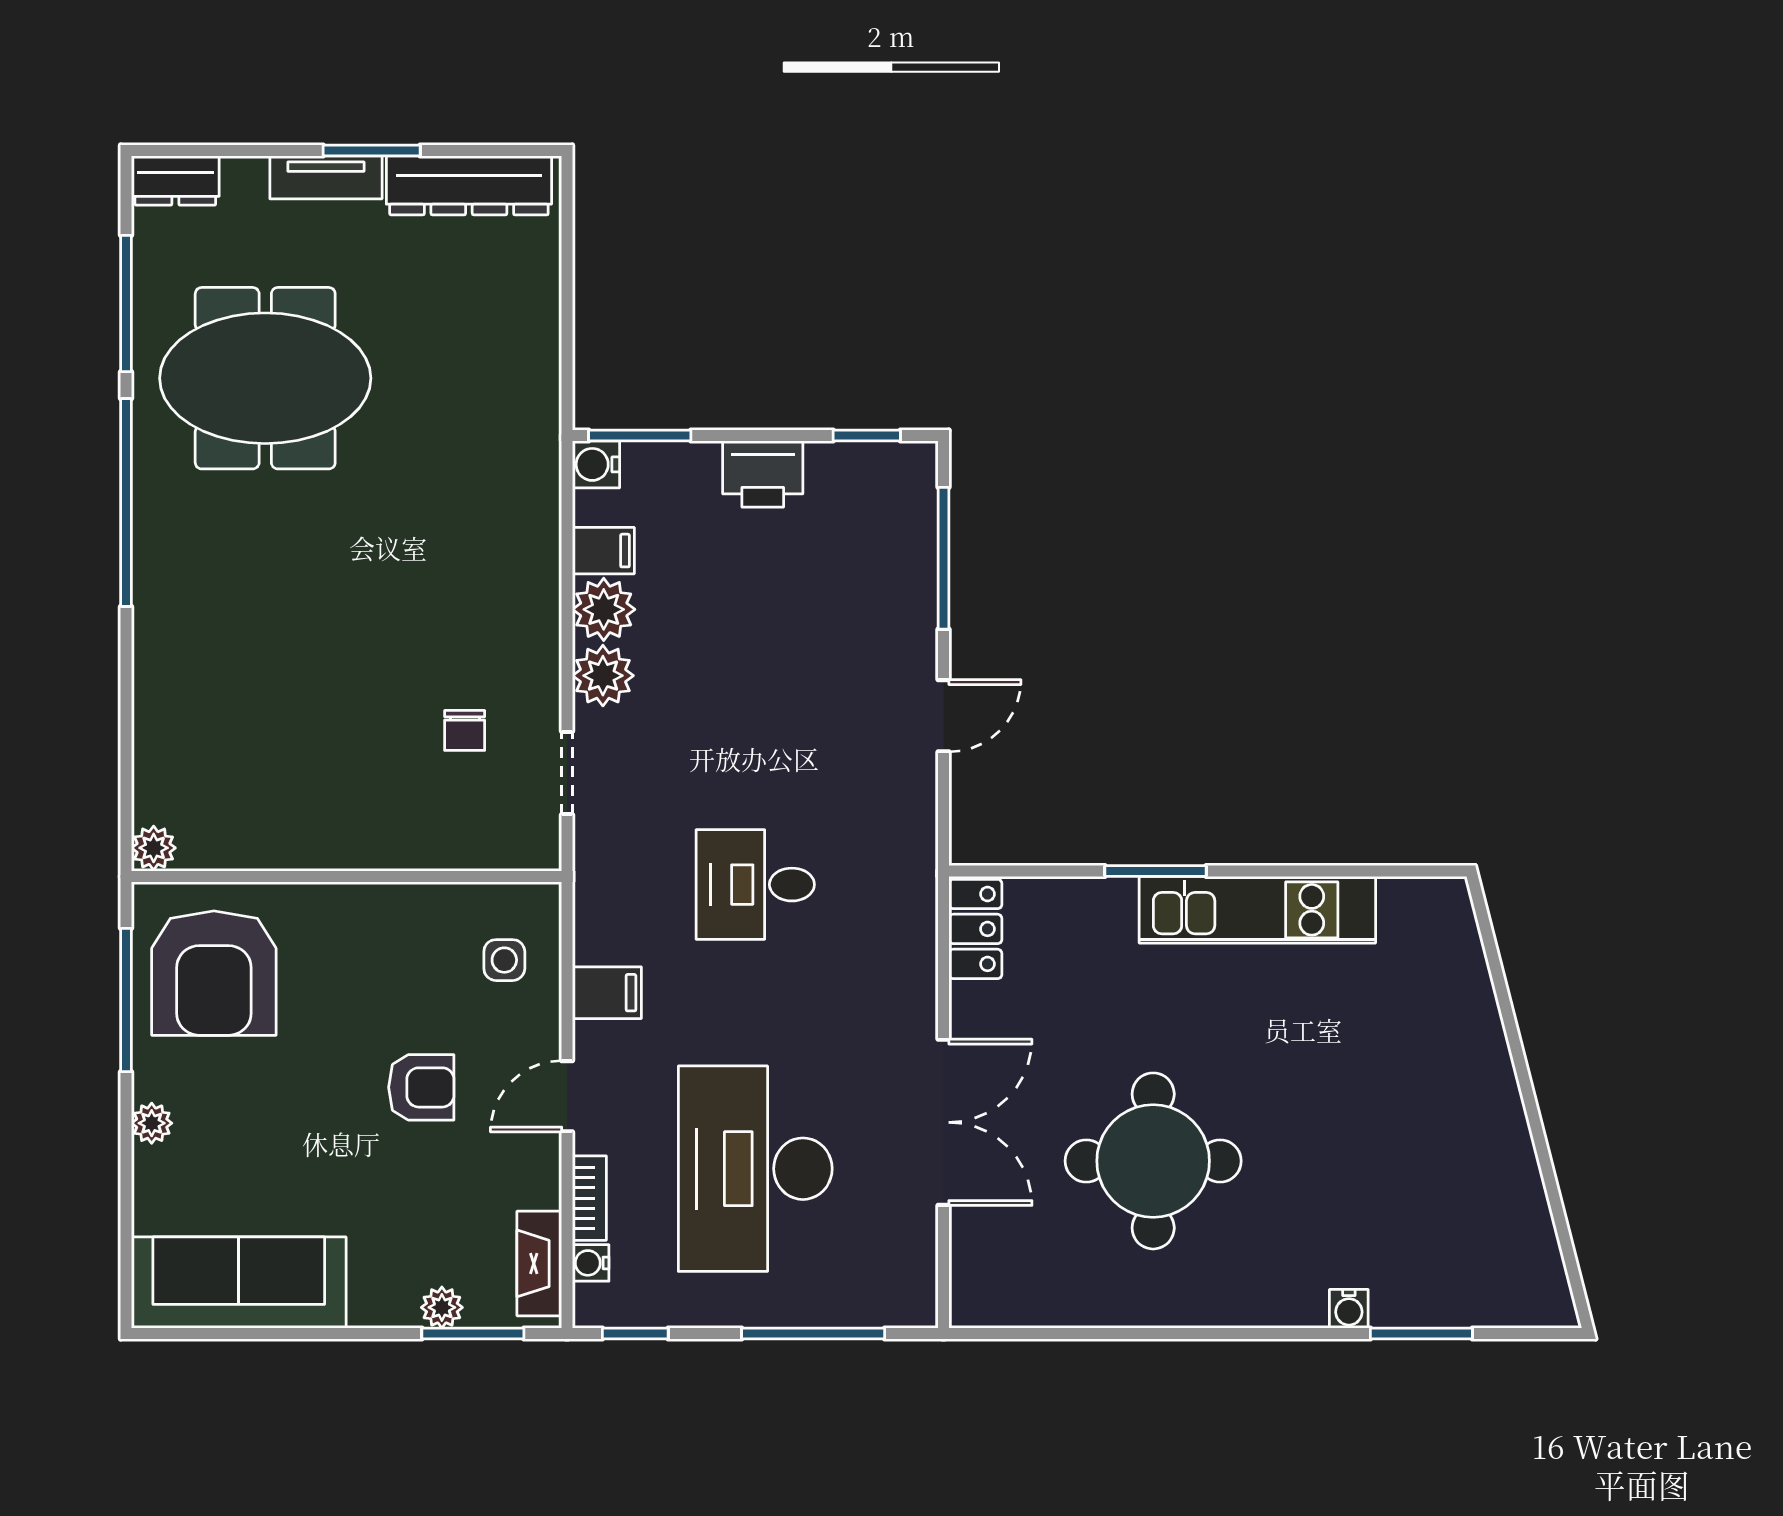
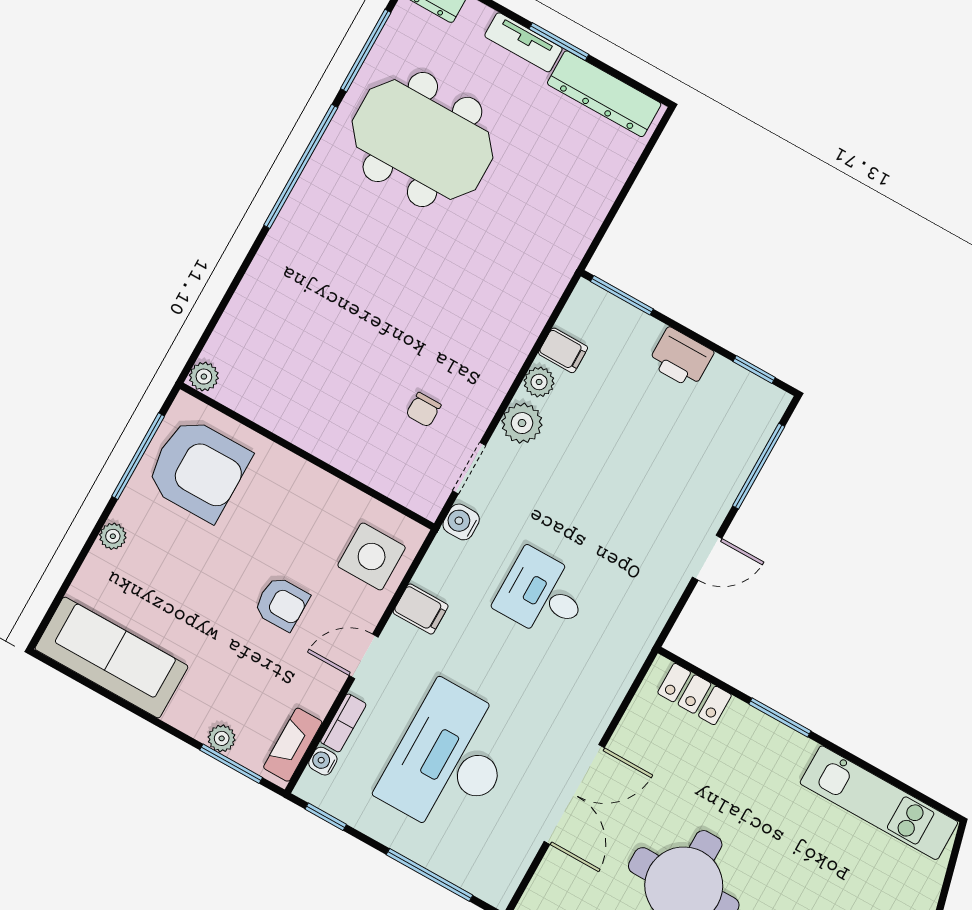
water cooler: (596, 464) -> (461, 522), moved
plant: (604, 609) -> (539, 382), width x0.73, depth x0.73
kitchen unit: (1257, 910) -> (879, 803), moved
locker: (975, 929) -> (695, 694), moved, turned 90
side table: (504, 960) -> (372, 556), width x1.87, depth x1.87
armchair: (214, 973) -> (198, 469), turned -90

